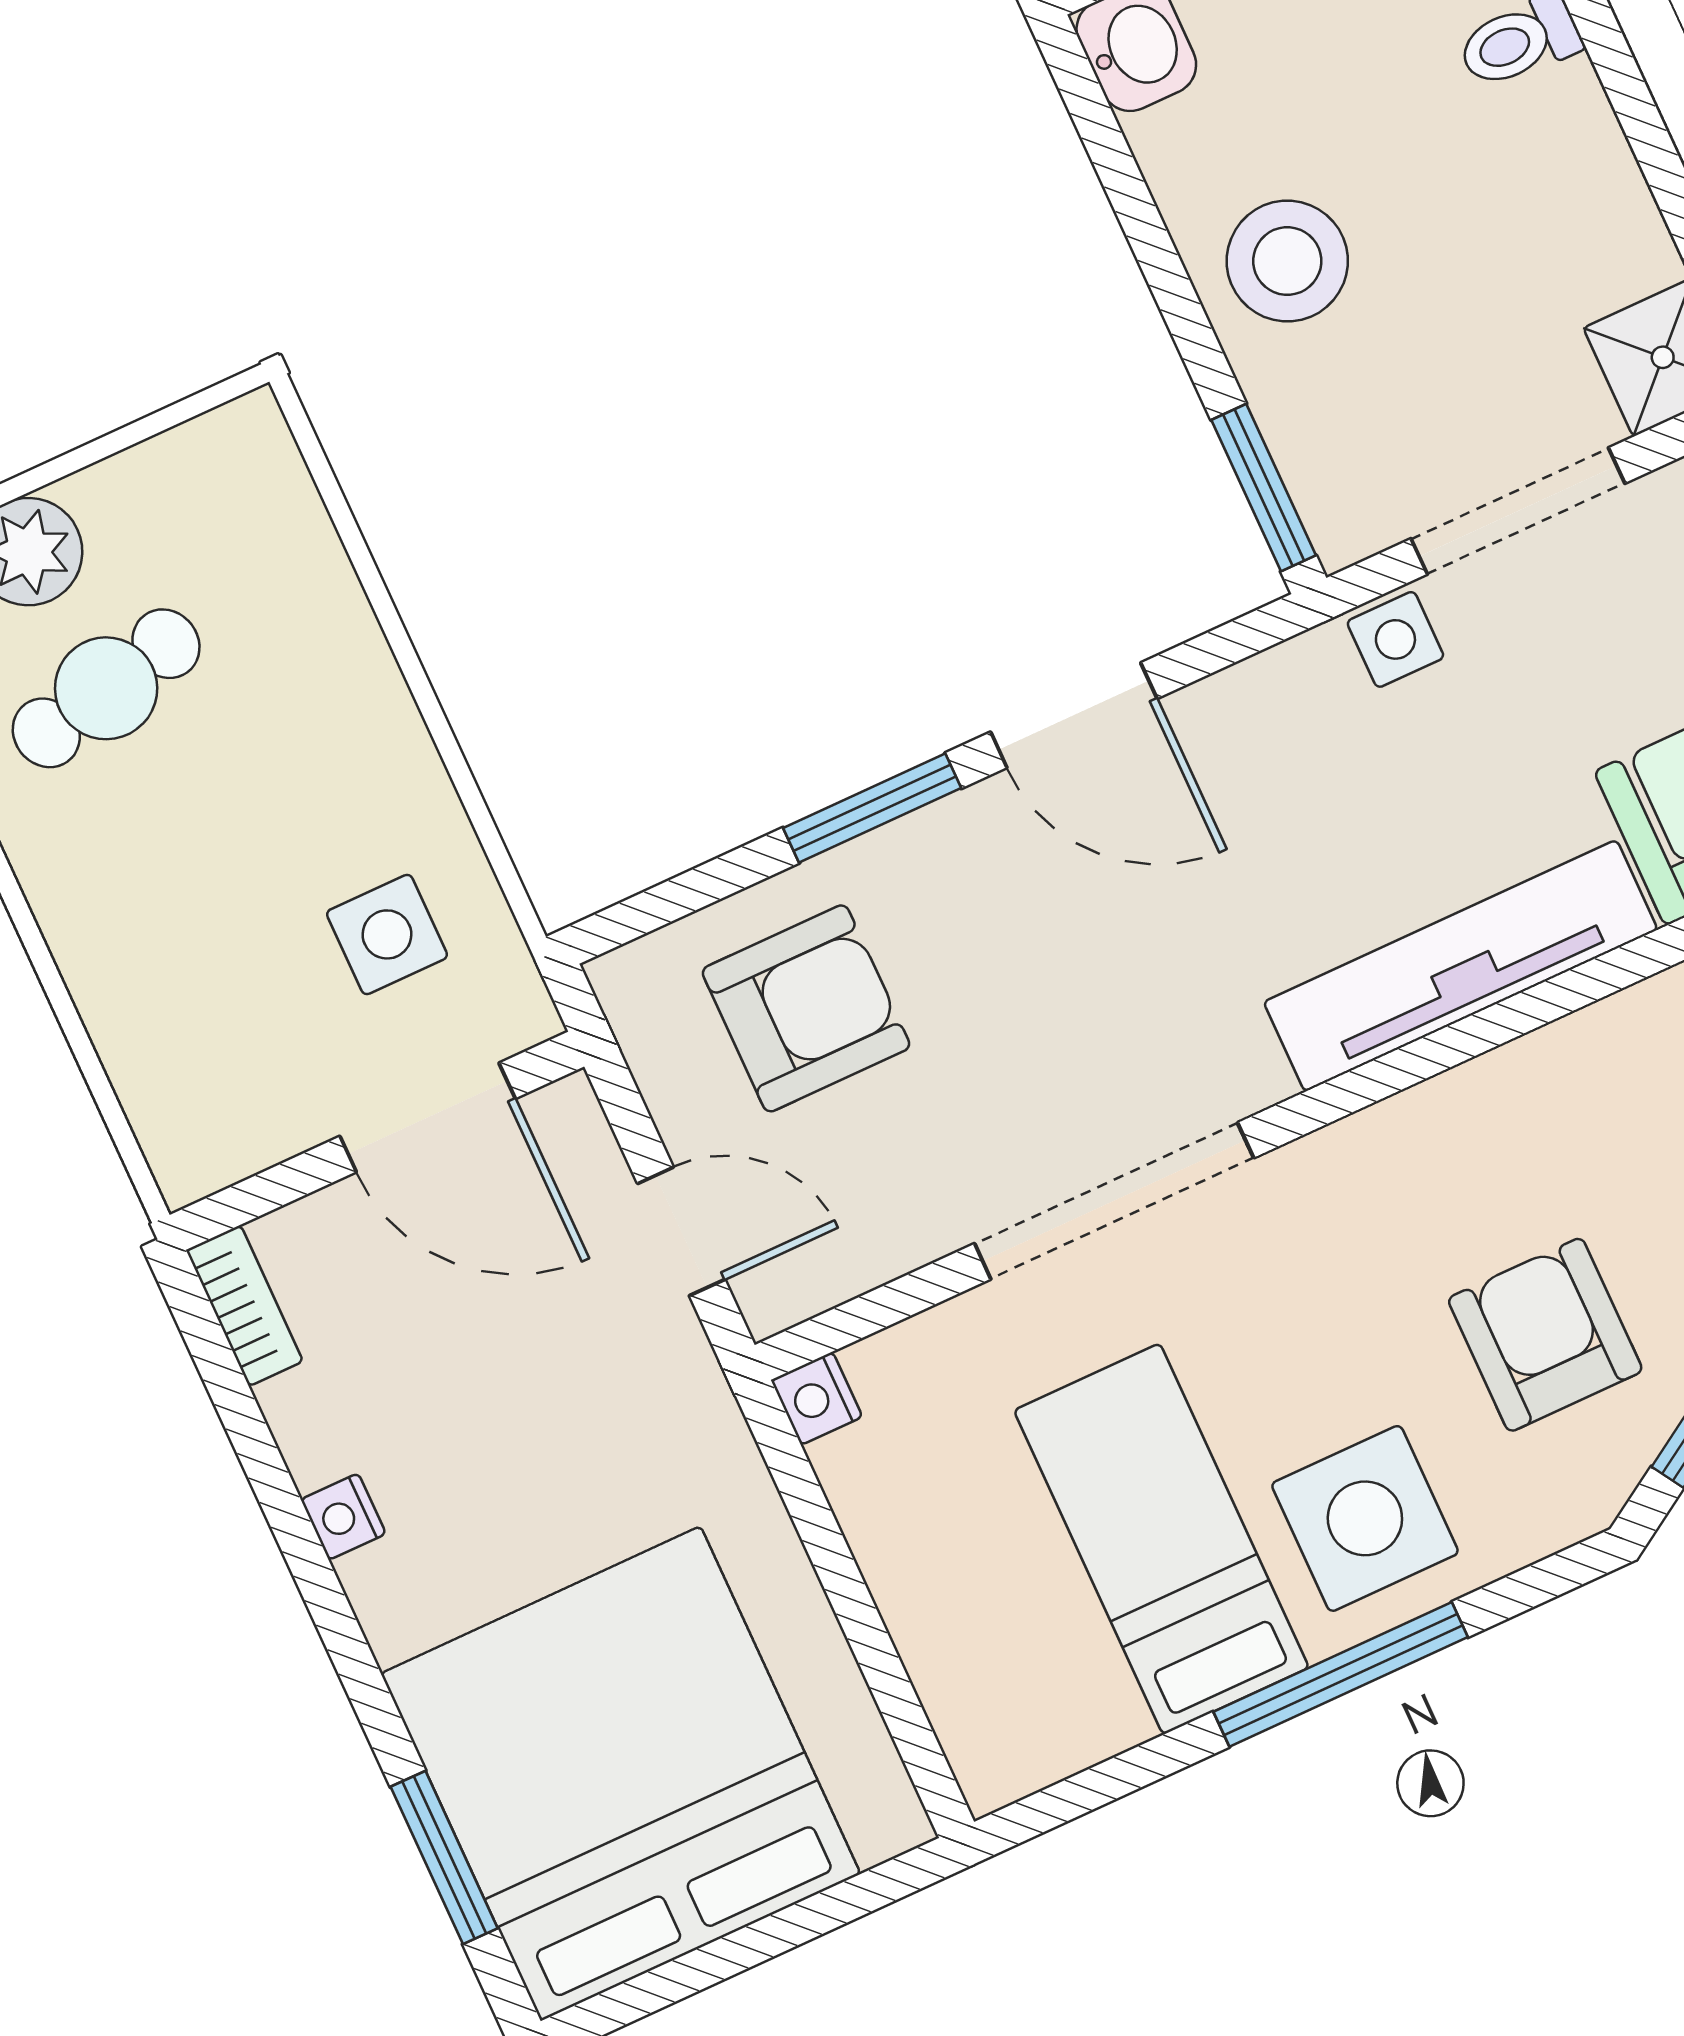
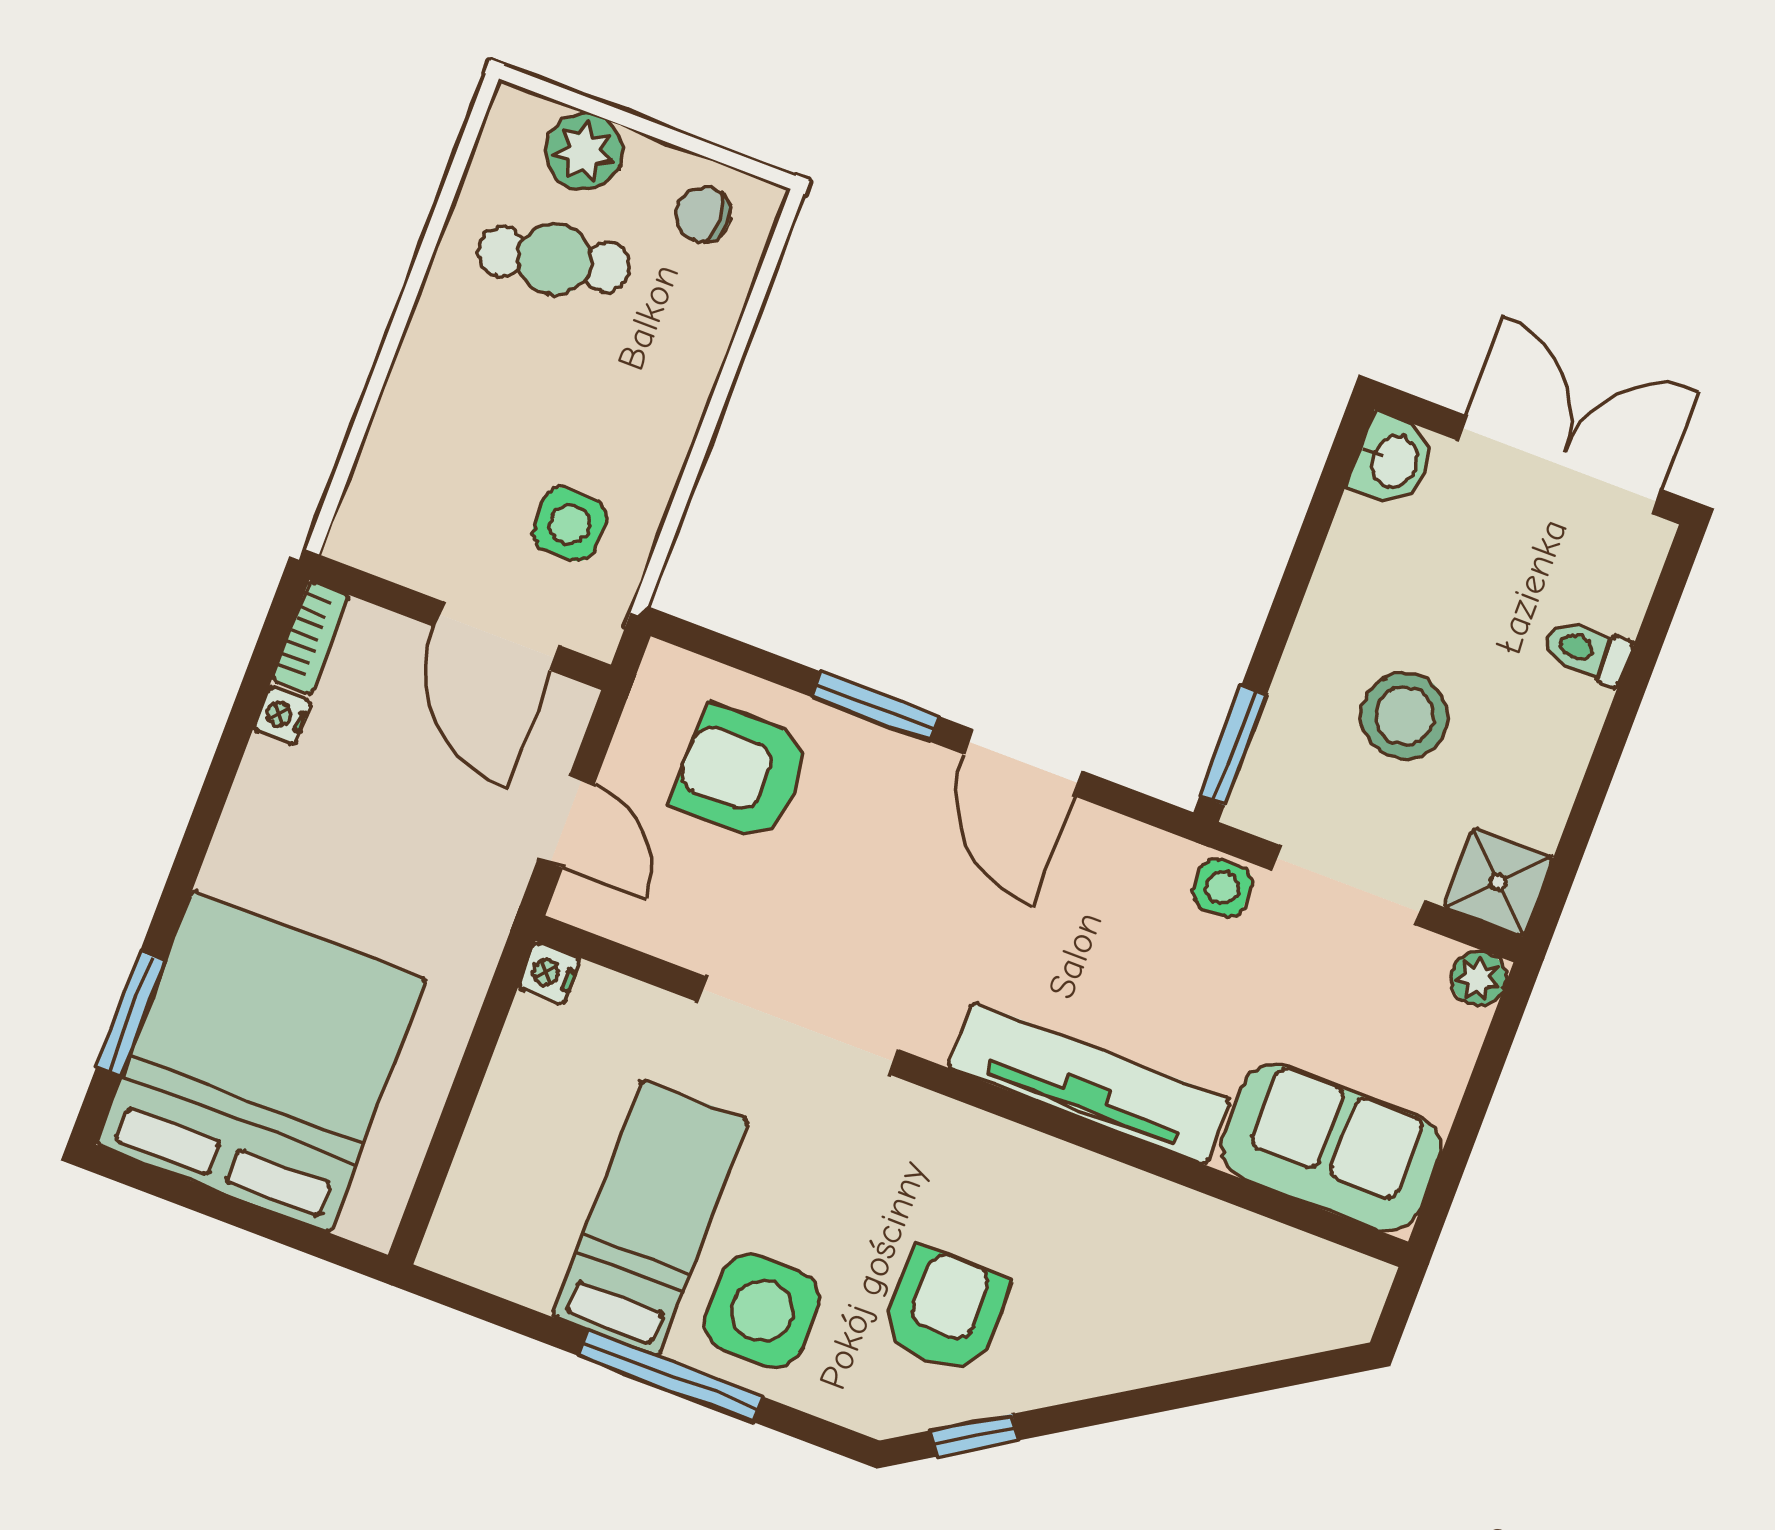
stool: (1287, 261) -> (1405, 716), moved
chair: (209, 495) -> (703, 215), added
armchair: (806, 1008) -> (741, 773), turned 180
nightstand: (343, 1517) -> (282, 715), moved

